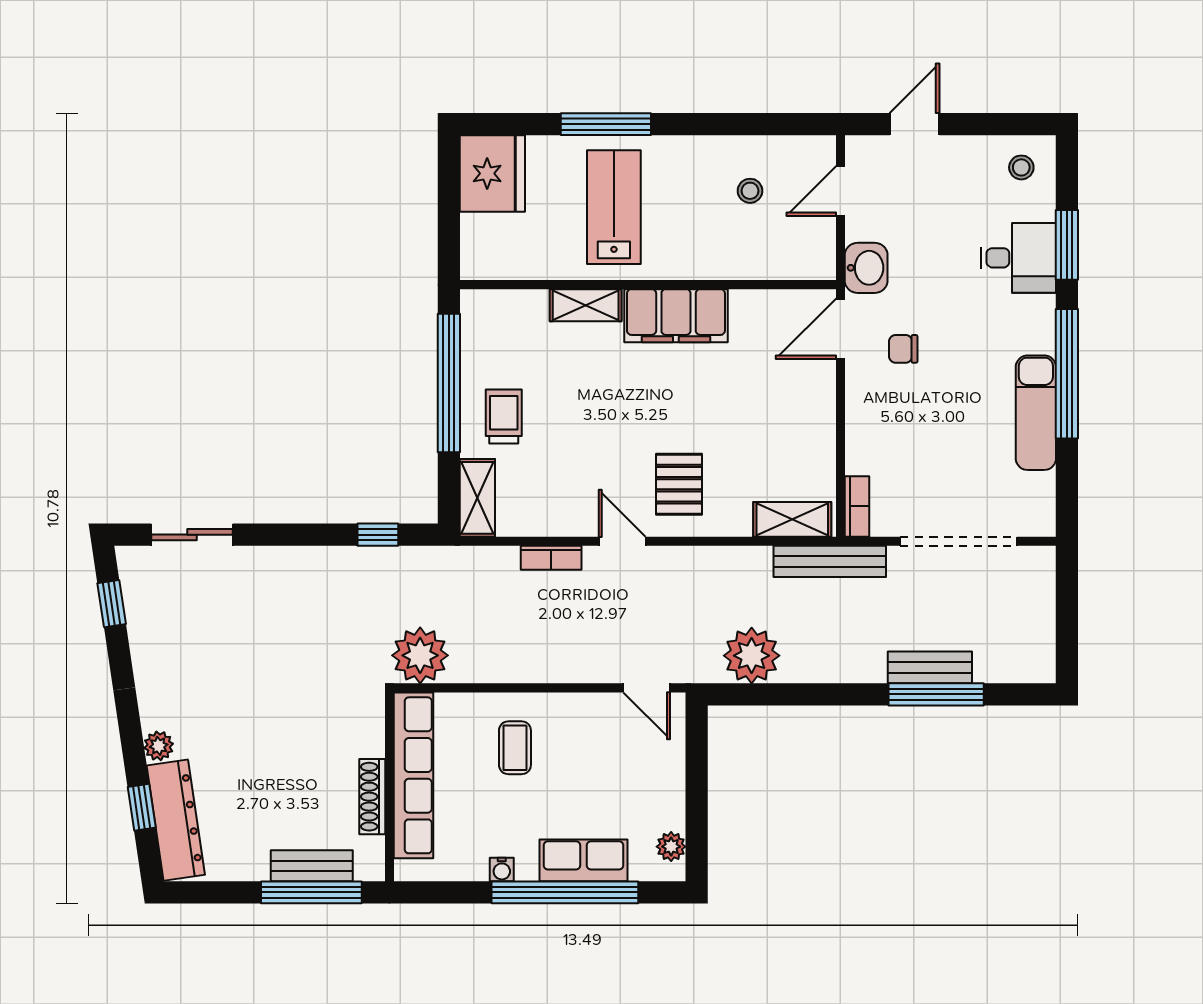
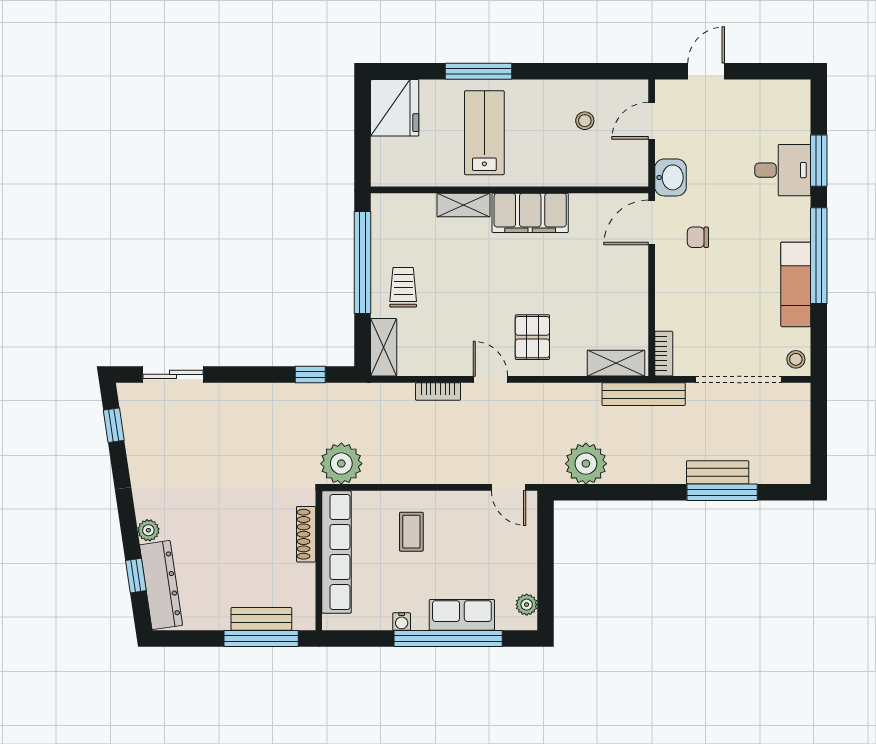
stool: (1021, 167) -> (796, 359), moved
shoe rack: (372, 797) -> (306, 534), moved

